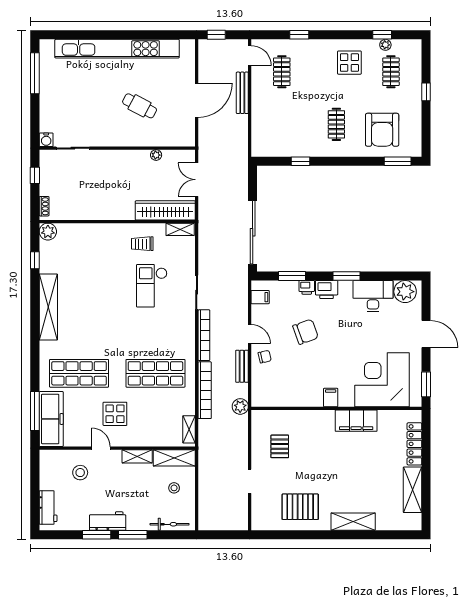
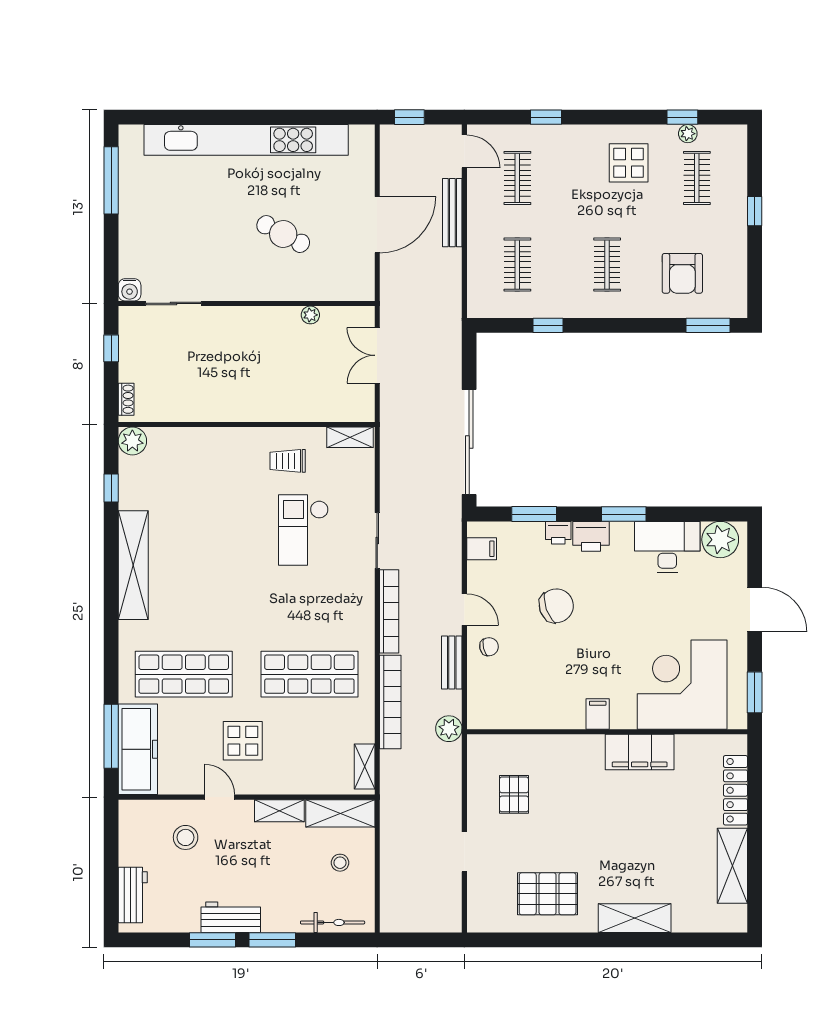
clothes rail: (282, 124) -> (517, 265), added
armchair: (382, 130) -> (682, 273), width x0.73, depth x0.73
wardrobe: (165, 210) -> (326, 406), removed

